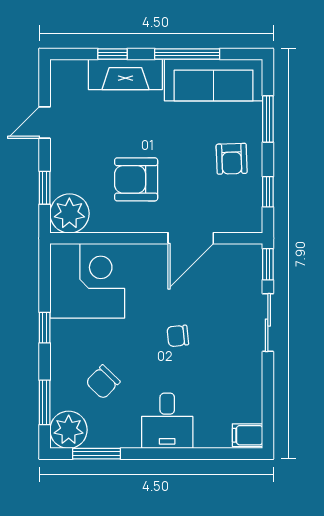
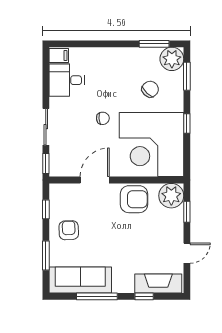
fireplace: (125, 74) -> (158, 284), moved
armchair: (136, 179) -> (134, 199), moved
corner desk: (87, 281) -> (151, 145), width x1.36, depth x1.36
desk: (167, 421) -> (67, 80), moved, turned -90

